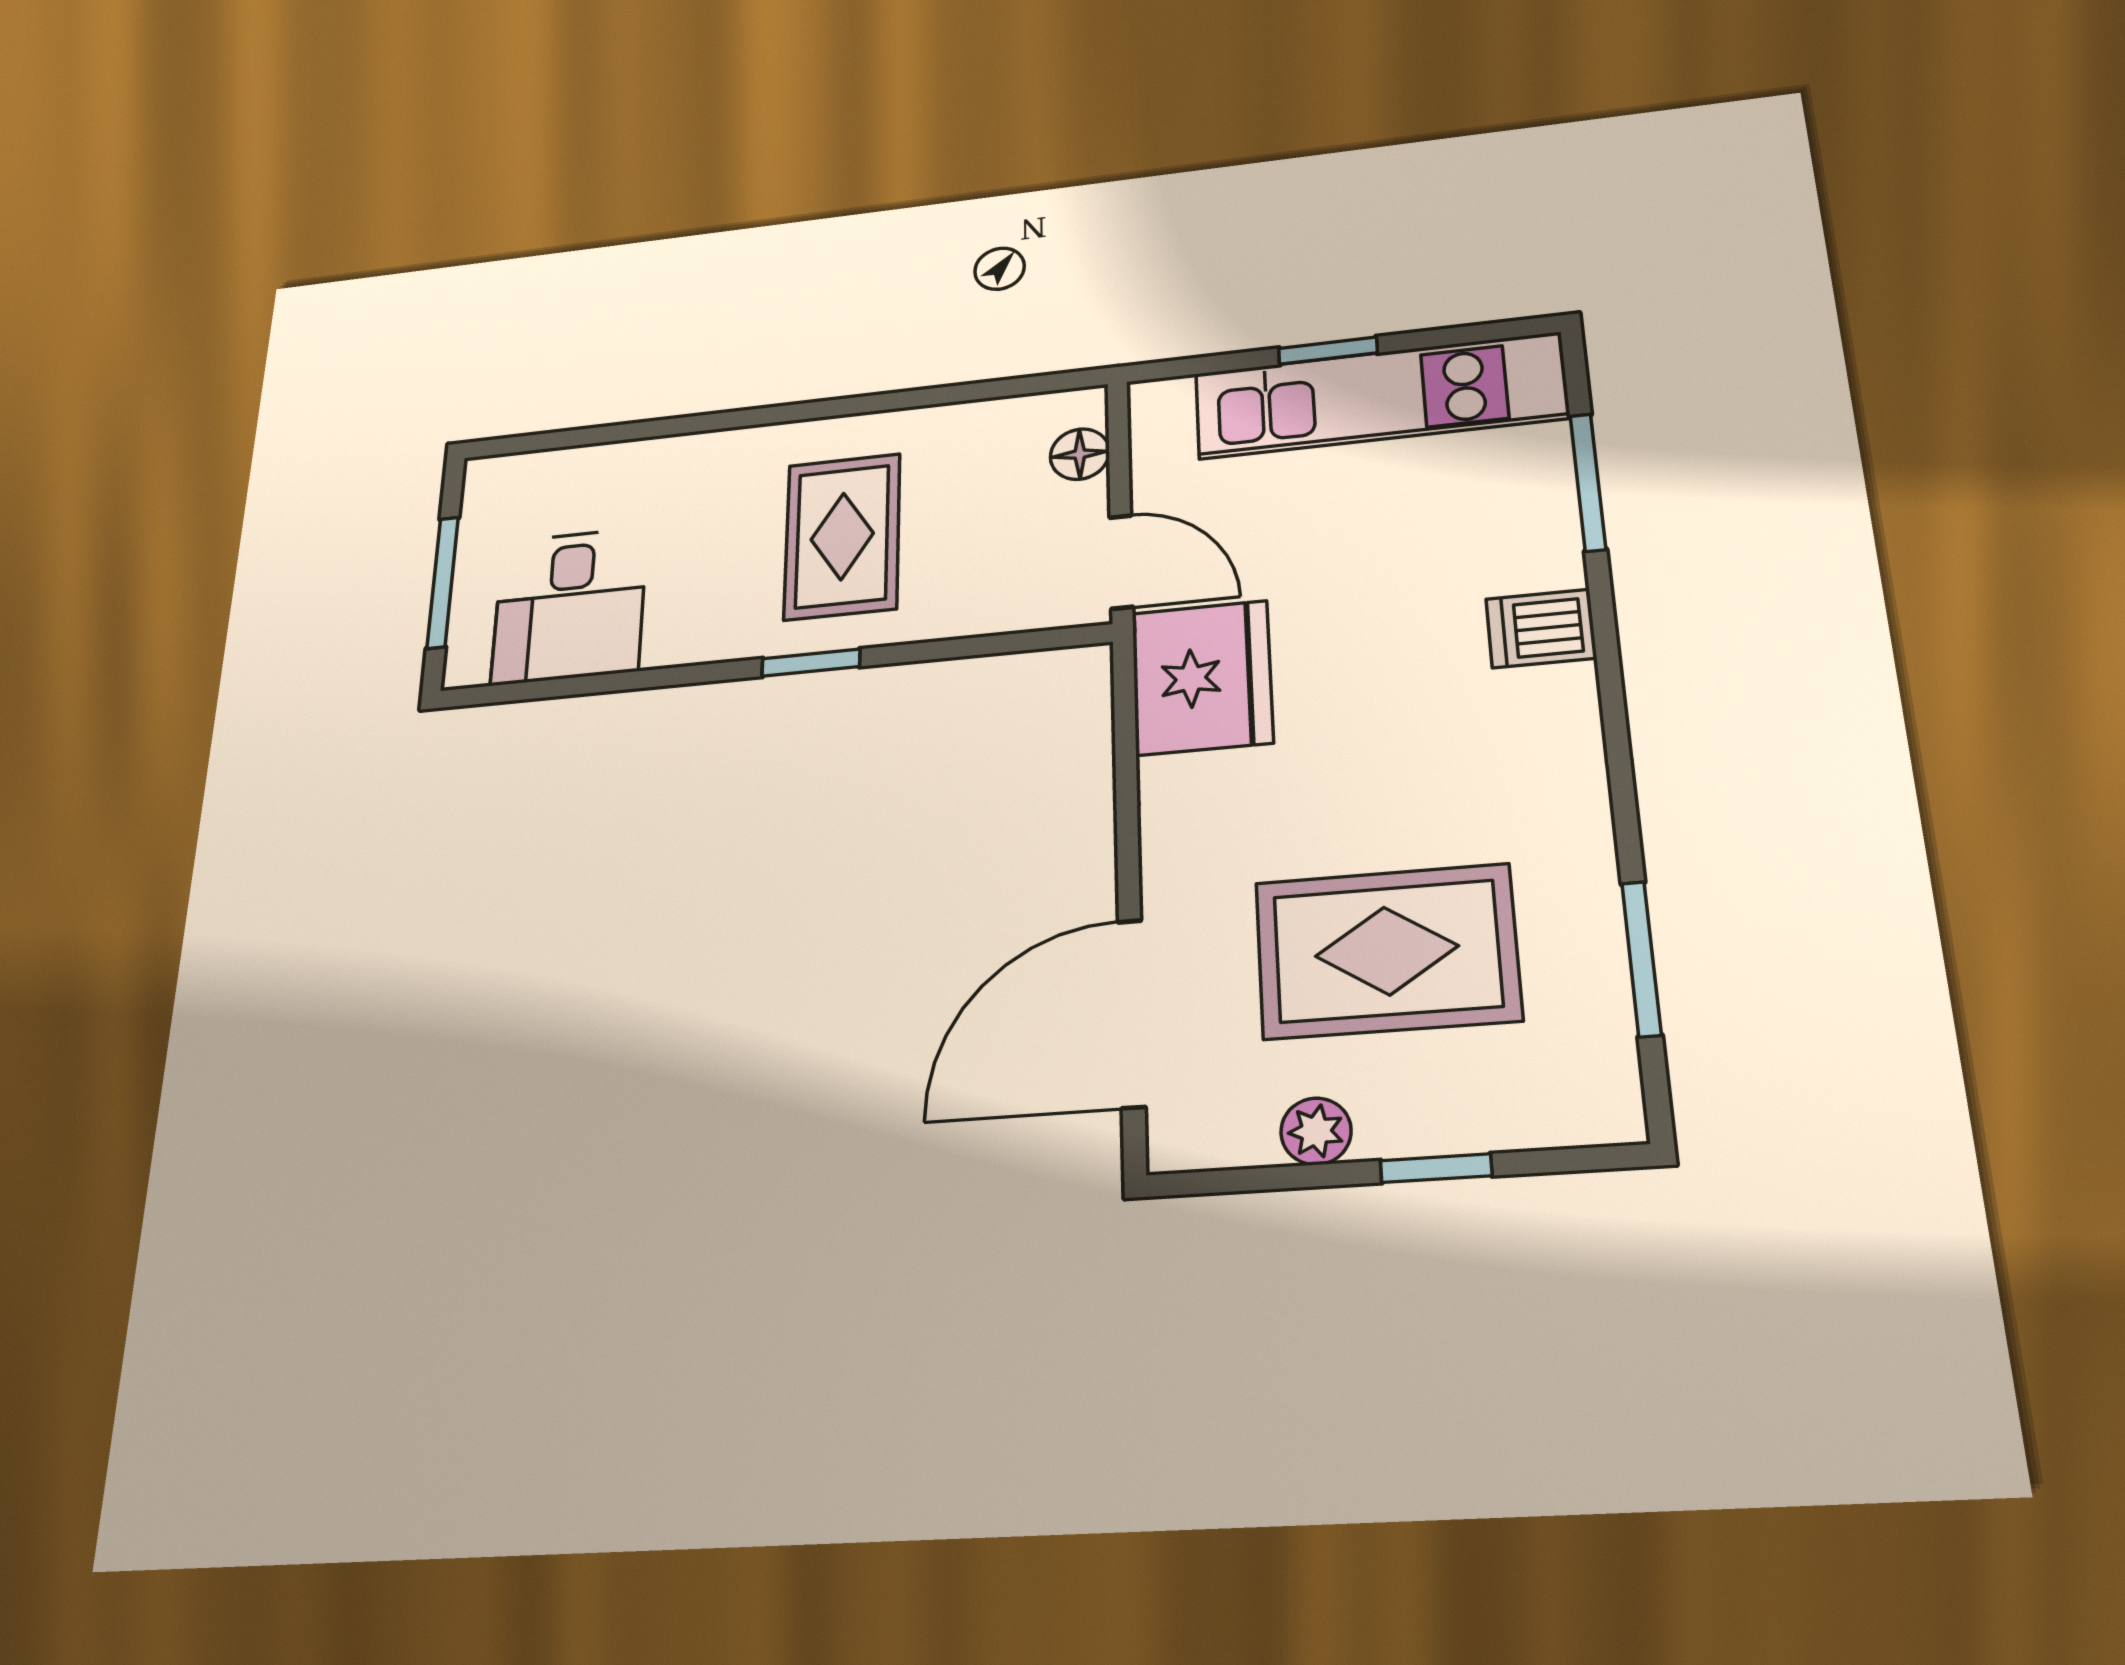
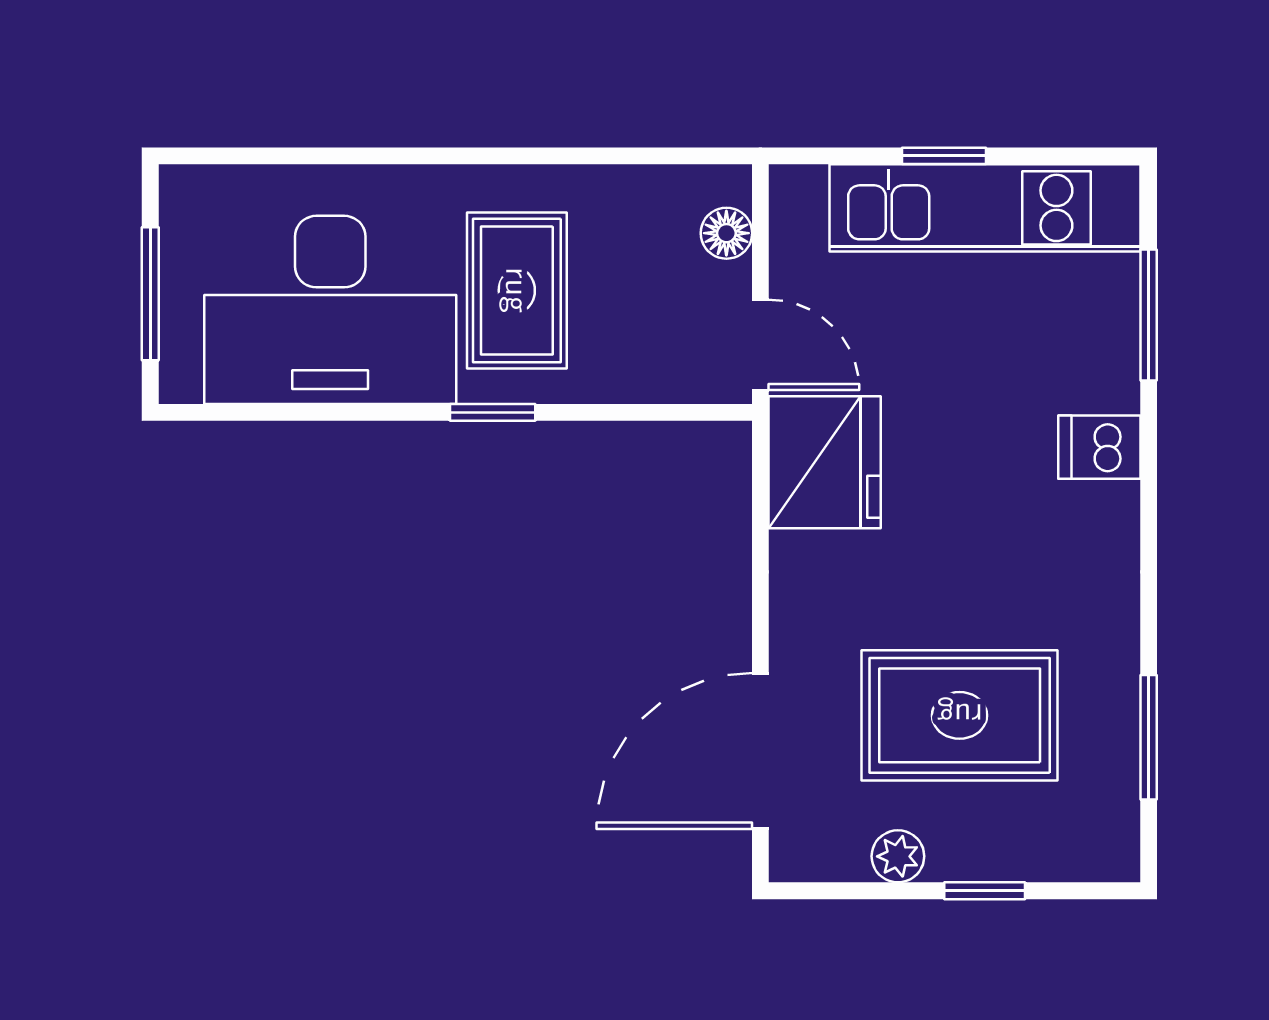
desk: (570, 606) -> (330, 310), width x1.87, depth x1.30

